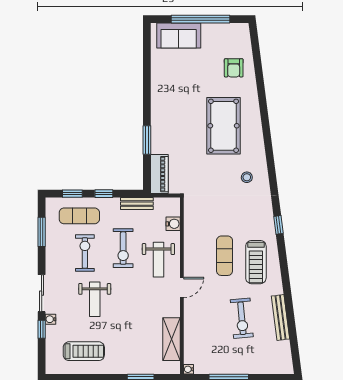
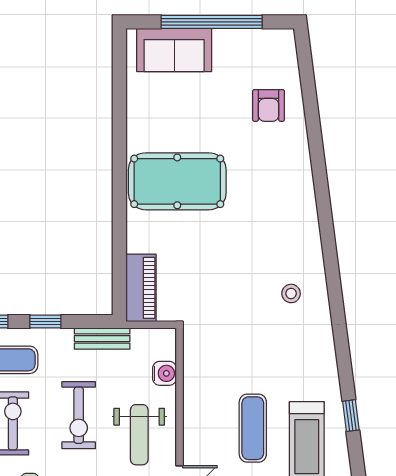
pool table: (224, 126) -> (177, 181), moved, turned 90
window: (147, 140) -> (119, 229), removed
window: (279, 225) -> (351, 416), moved

